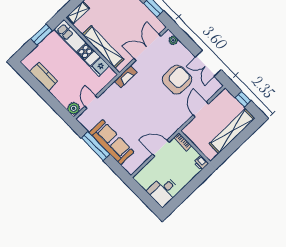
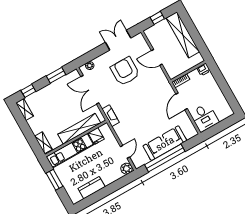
double door: (208, 63) -> (118, 40), swing flipped
door: (91, 102) -> (125, 152), swing flipped
window: (96, 146) -> (165, 158), width x1.46
desk: (163, 191) -> (204, 117), moved

